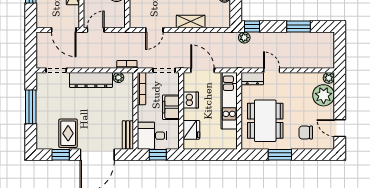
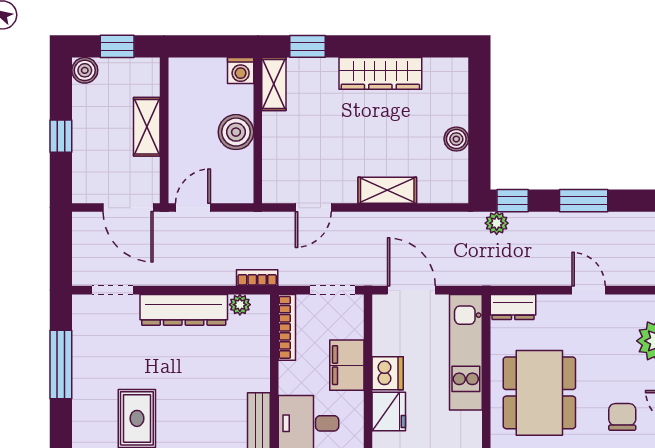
window: (299, 27) -> (584, 201), moved
door: (272, 70) -> (589, 290), moved
dishwasher: (191, 100) -> (388, 373), moved
chair: (306, 133) -> (622, 417), turned 90

